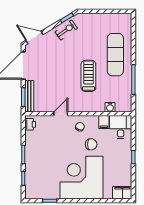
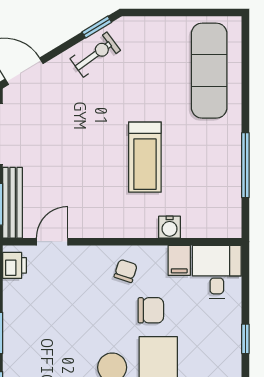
exercise mat: (115, 55) -> (209, 71), moved
treadmill: (88, 76) -> (145, 157), turned 180
water cooler: (110, 107) -> (170, 227), moved
door: (61, 114) -> (52, 242), moved

